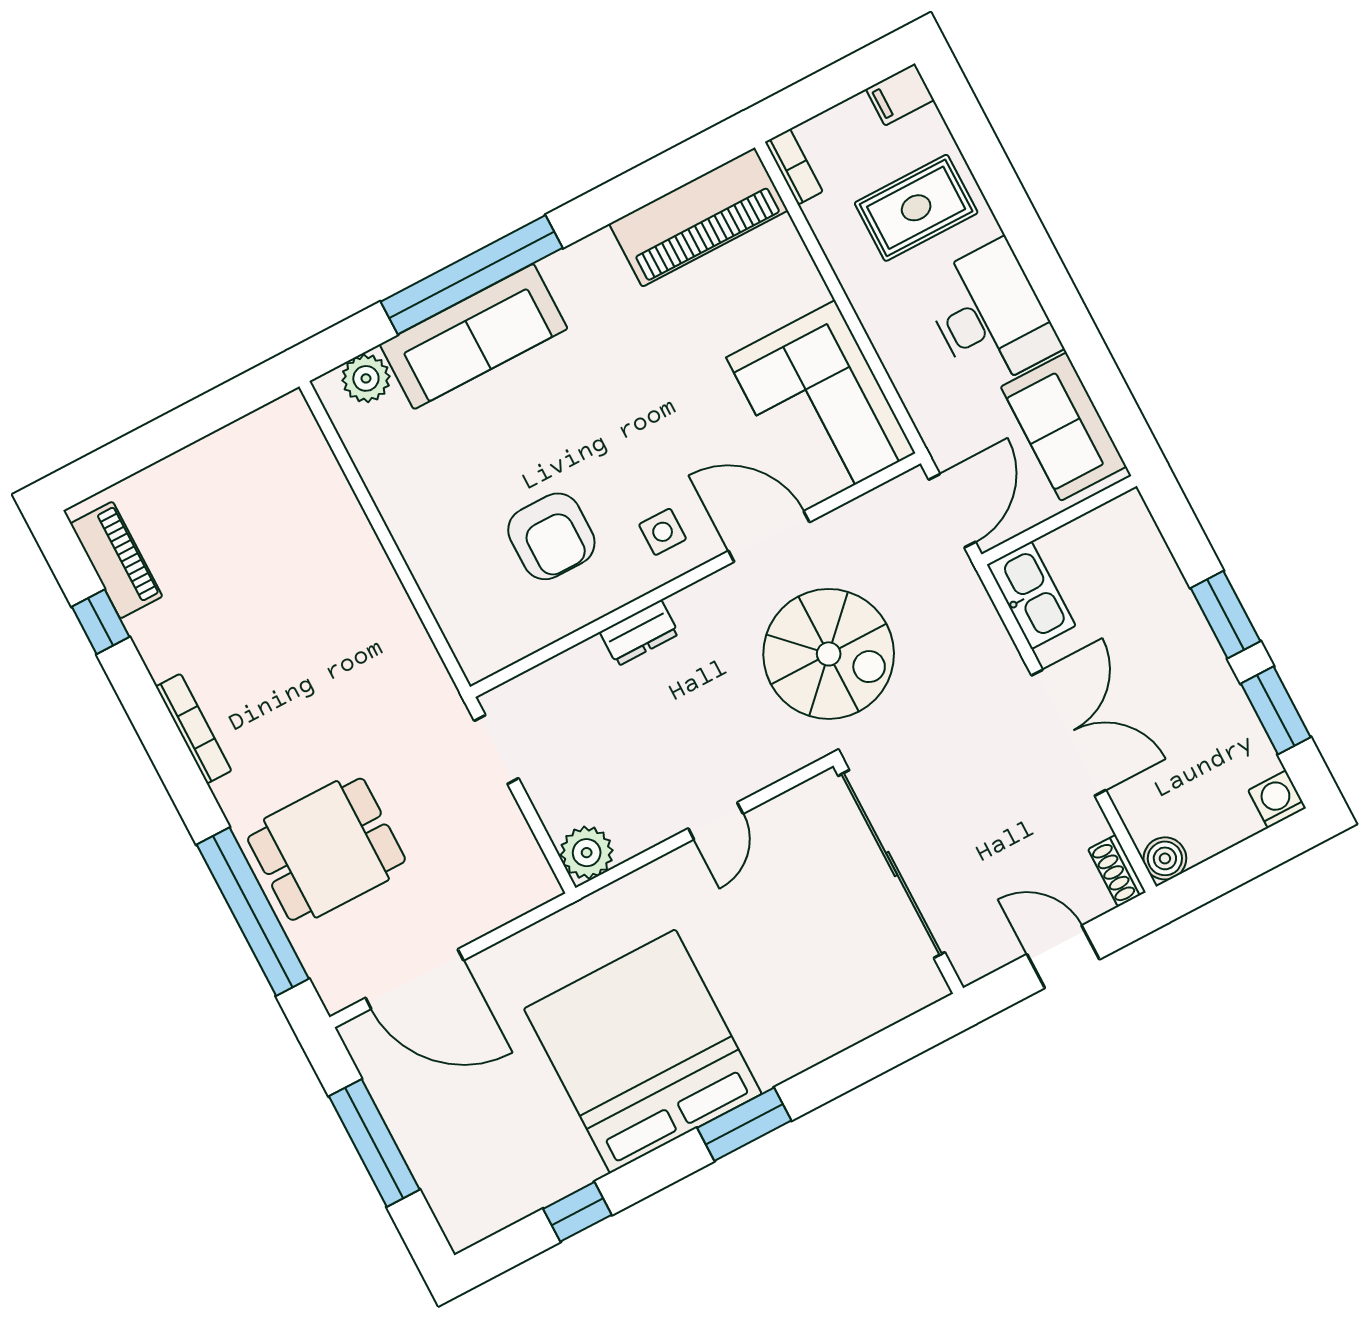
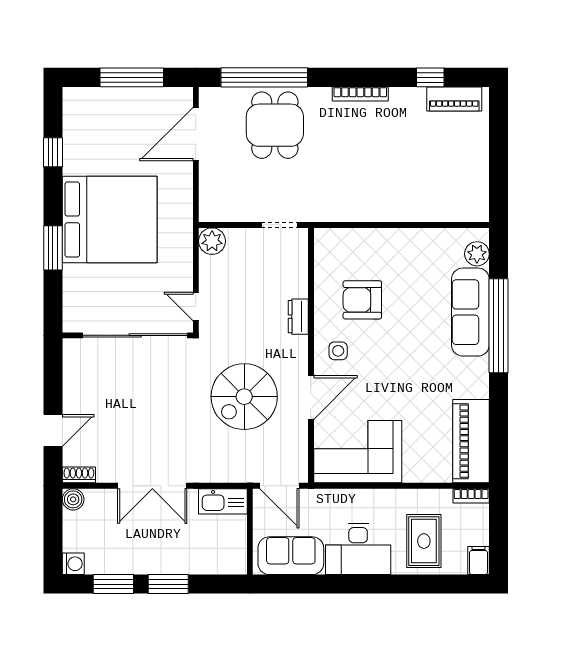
sliding door: (892, 864) -> (135, 335), moved
wall: (898, 877) -> (128, 335), moved

